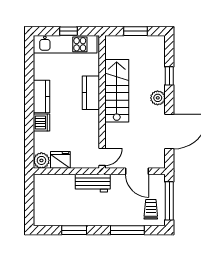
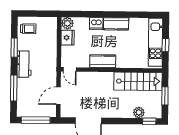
window: (169, 76) -> (149, 121), moved
stairs: (117, 91) -> (138, 81), moved
kitchen counter: (91, 93) -> (103, 61), moved
plant: (158, 98) -> (139, 112), moved
workbench: (93, 183) -> (24, 64), moved, turned 180
trolley: (151, 209) -> (28, 29), moved

